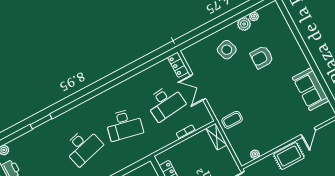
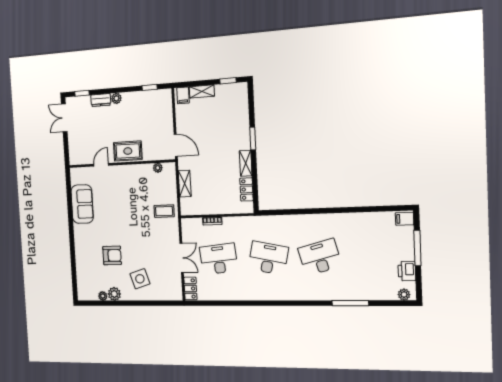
window: (41, 122) -> (350, 303), width x1.44
shelving: (216, 137) -> (185, 184), moved

